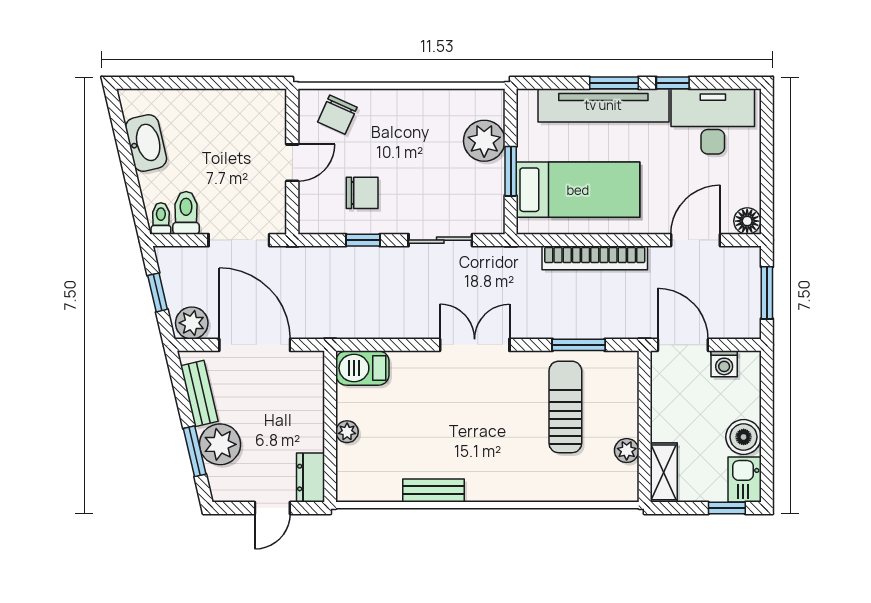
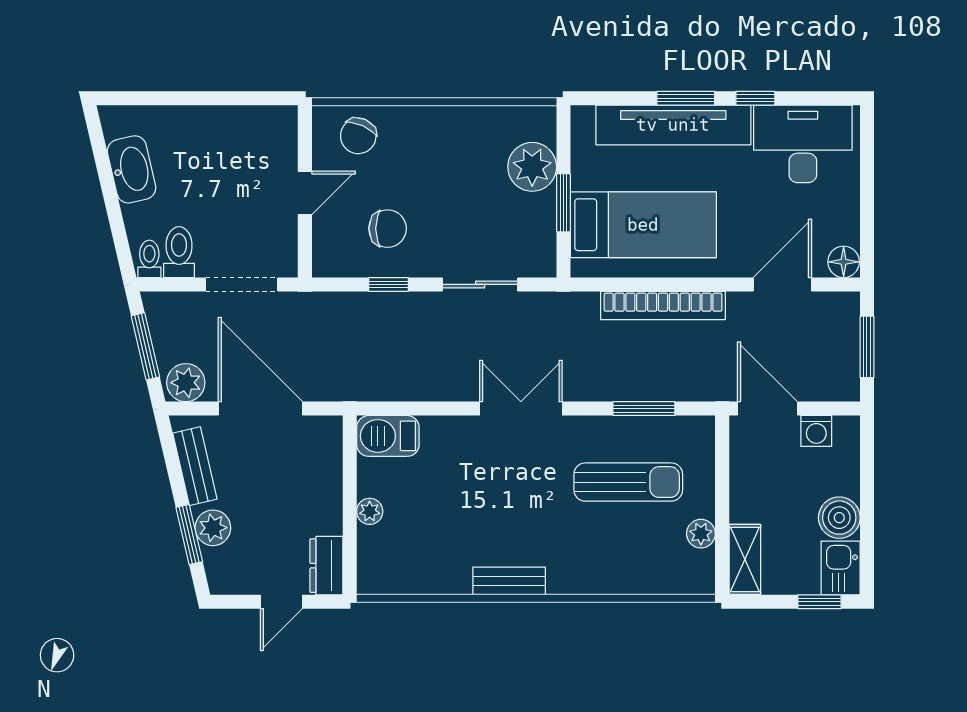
window: (158, 292) -> (145, 346), width x1.50
sun lounger: (565, 407) -> (628, 482), turned 90
plant: (220, 444) -> (213, 528), width x0.73, depth x0.73
bench: (433, 490) -> (509, 581), moved

